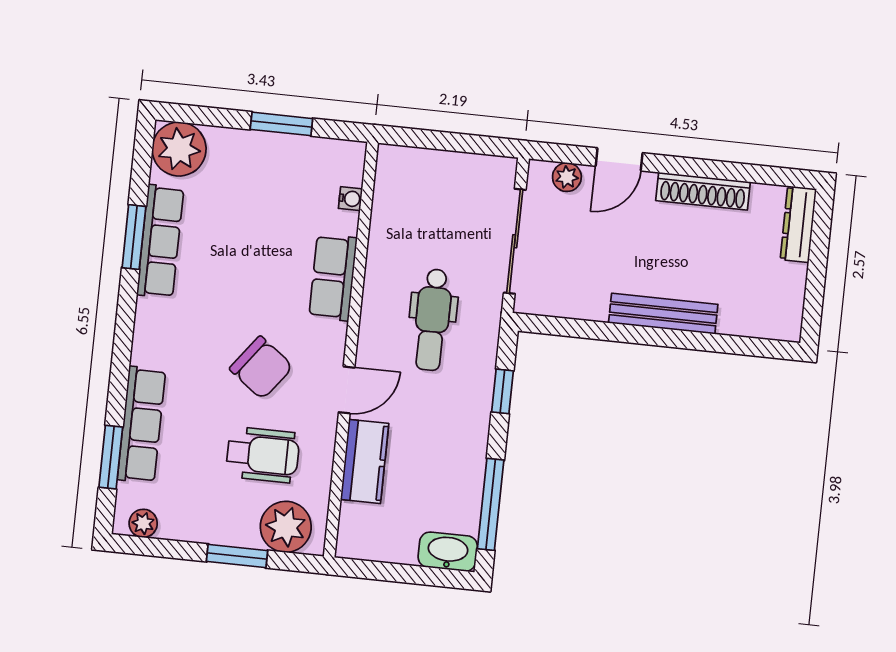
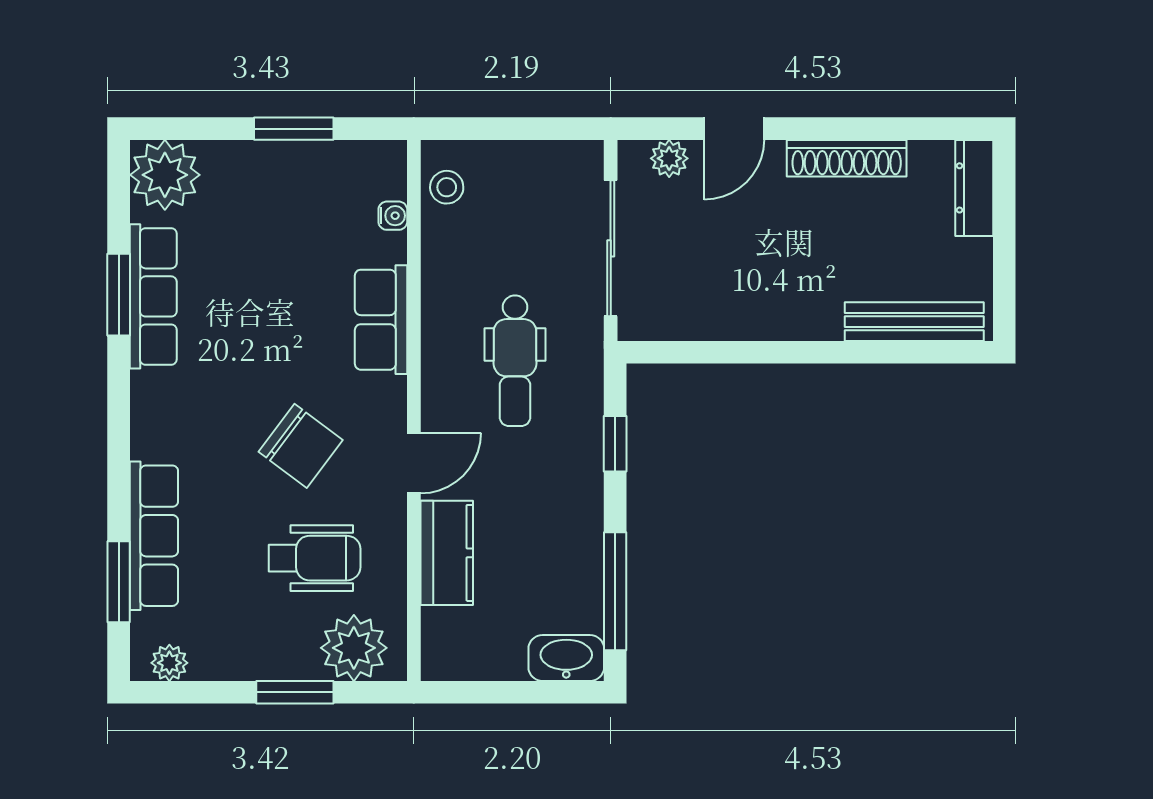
stool: (394, 181) -> (447, 187), added
bench: (663, 314) -> (914, 322), moved

